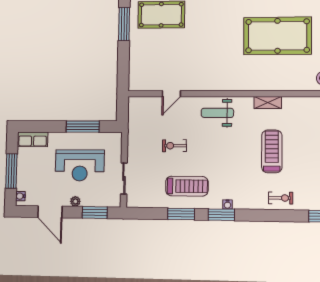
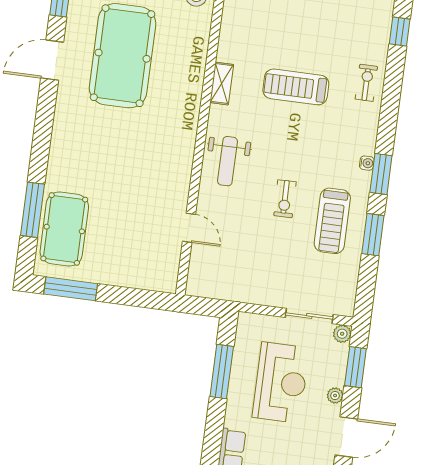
exercise bike: (174, 146) -> (285, 199), moved
treadmill: (187, 186) -> (332, 221), turned 180
plant: (115, 201) -> (342, 334), added

